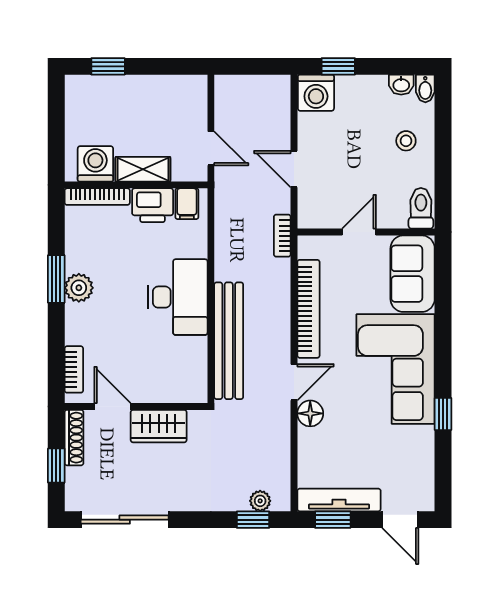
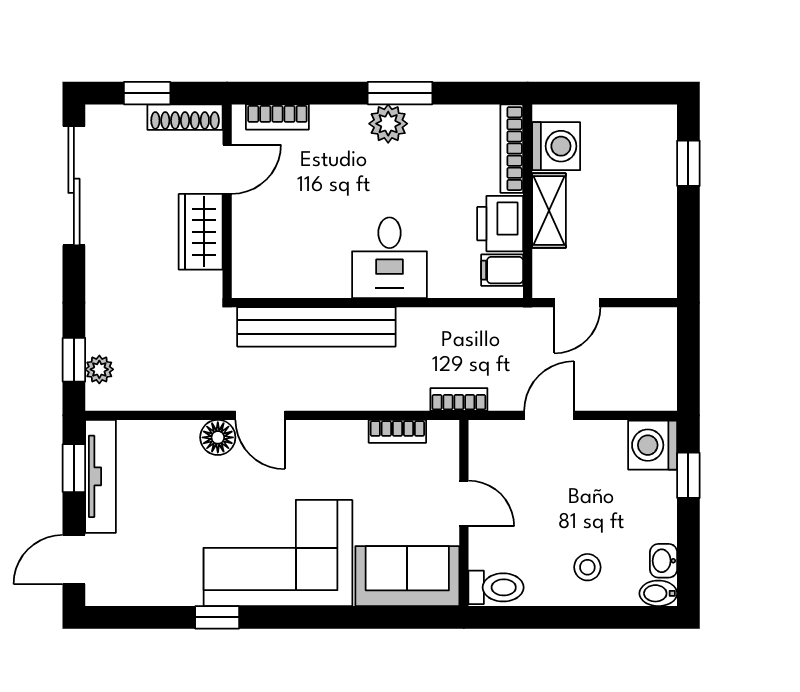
desk: (178, 297) -> (389, 258), width x0.73
bookcase: (308, 309) -> (397, 431), width x0.43, depth x0.76

